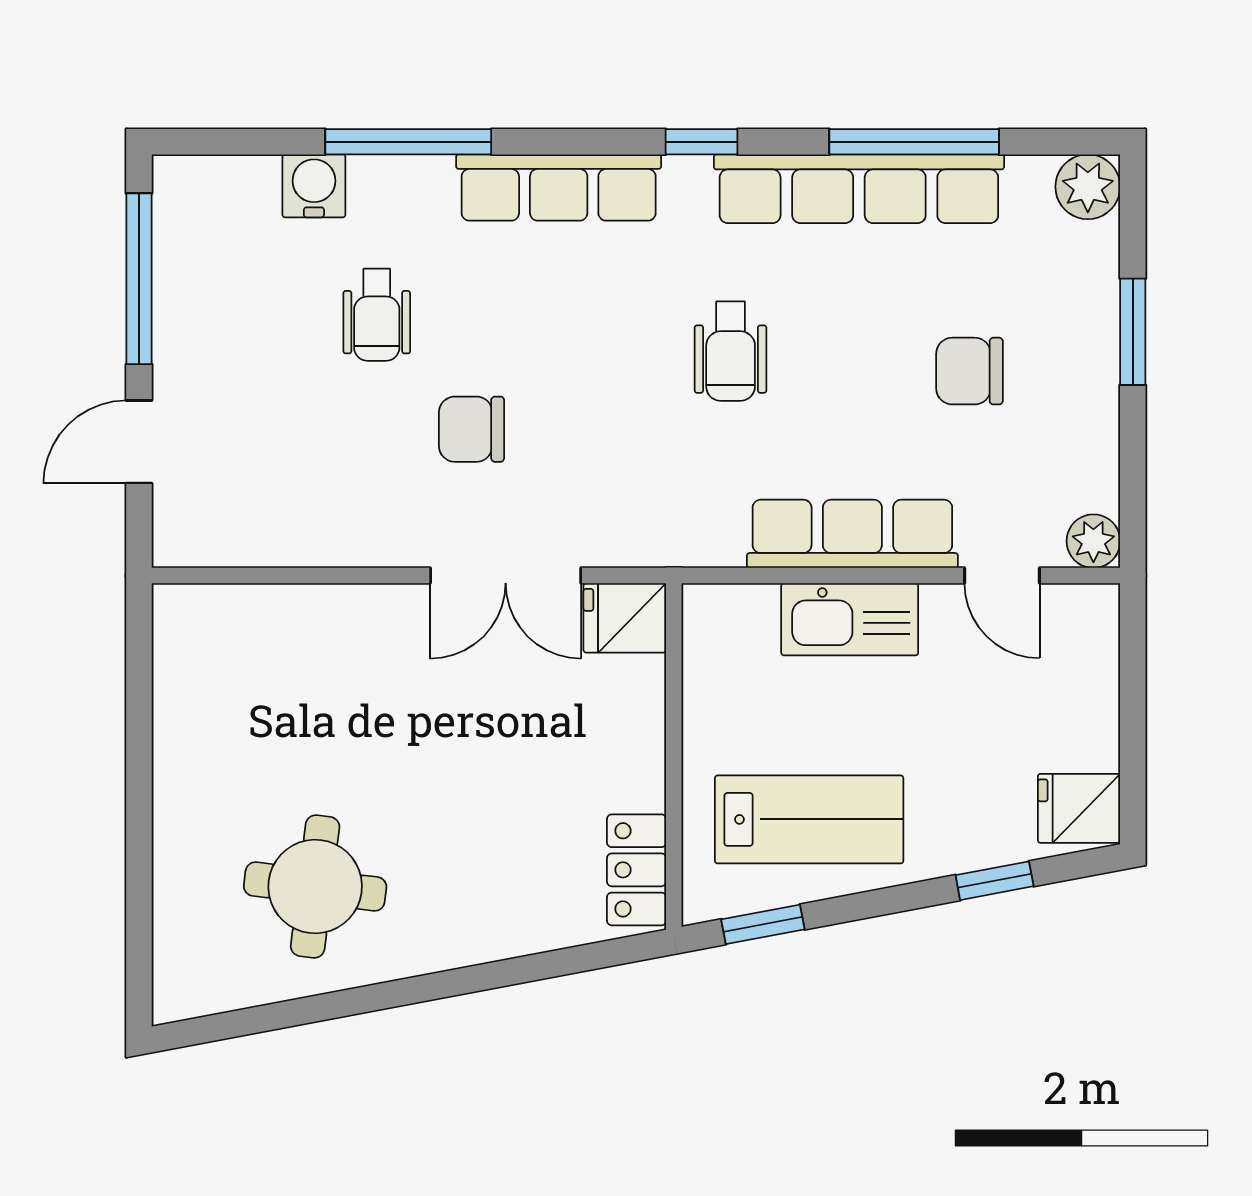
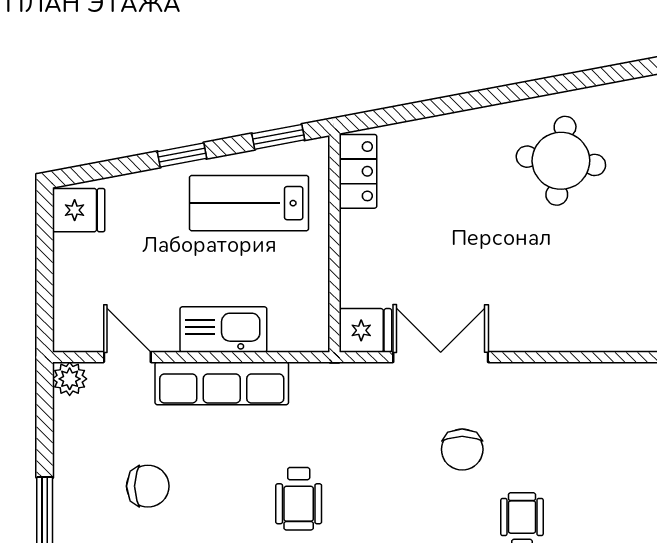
wheelchair: (731, 351) -> (299, 499), turned 180
chair: (472, 429) -> (462, 449), turned 90
window: (995, 881) -> (182, 155), moved

